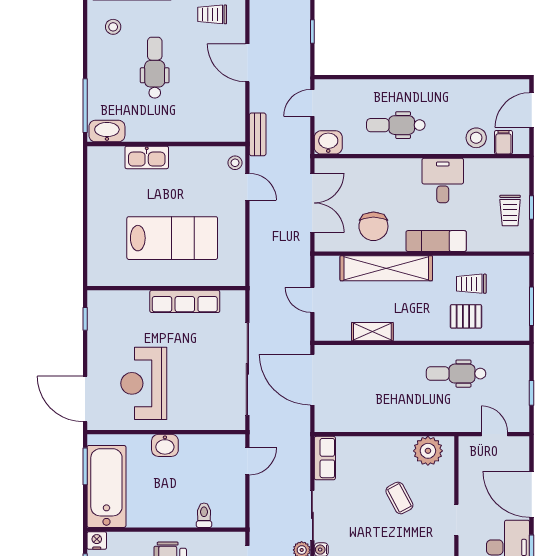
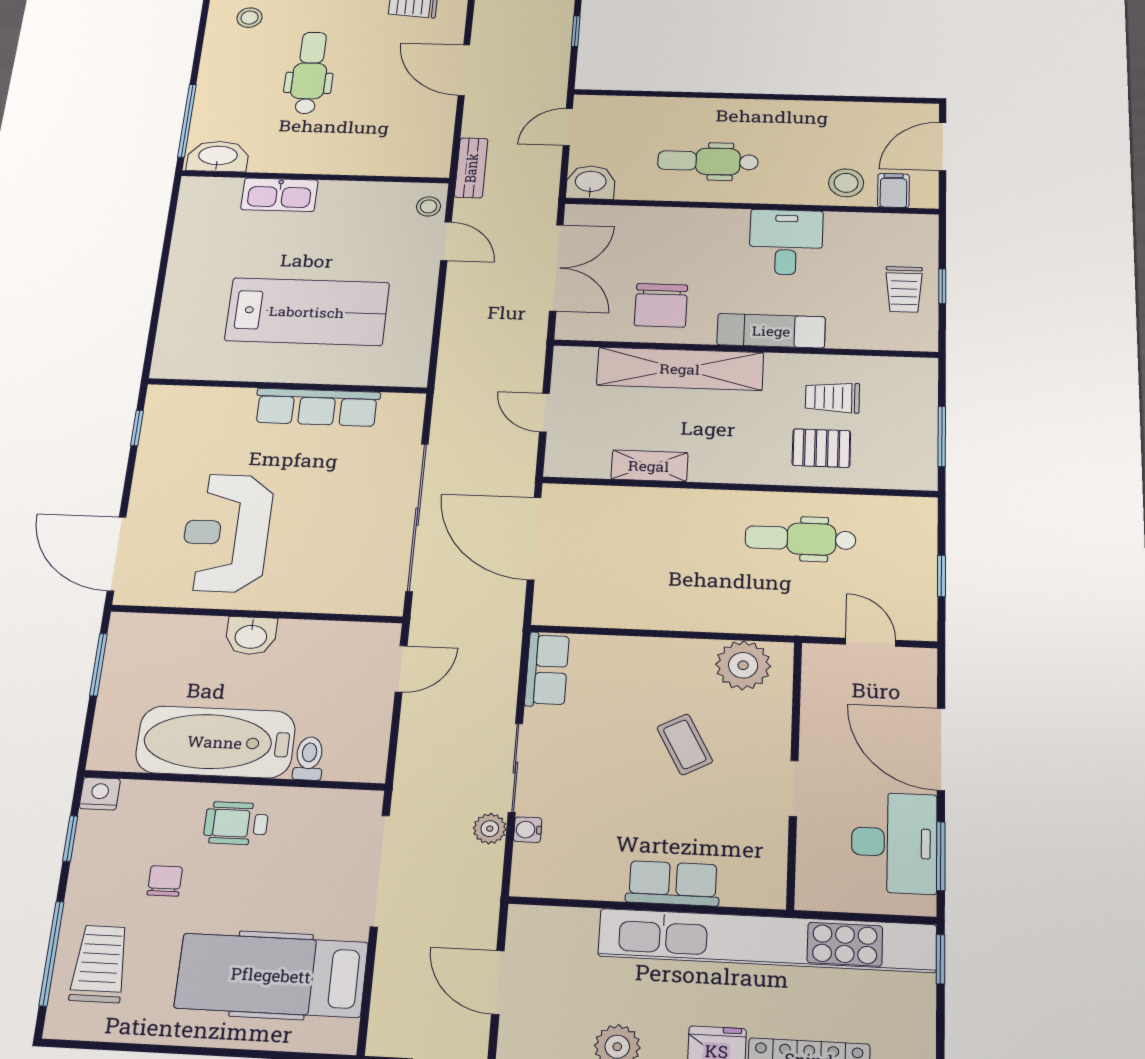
bathtub: (106, 486) -> (215, 742), moved, turned -90

